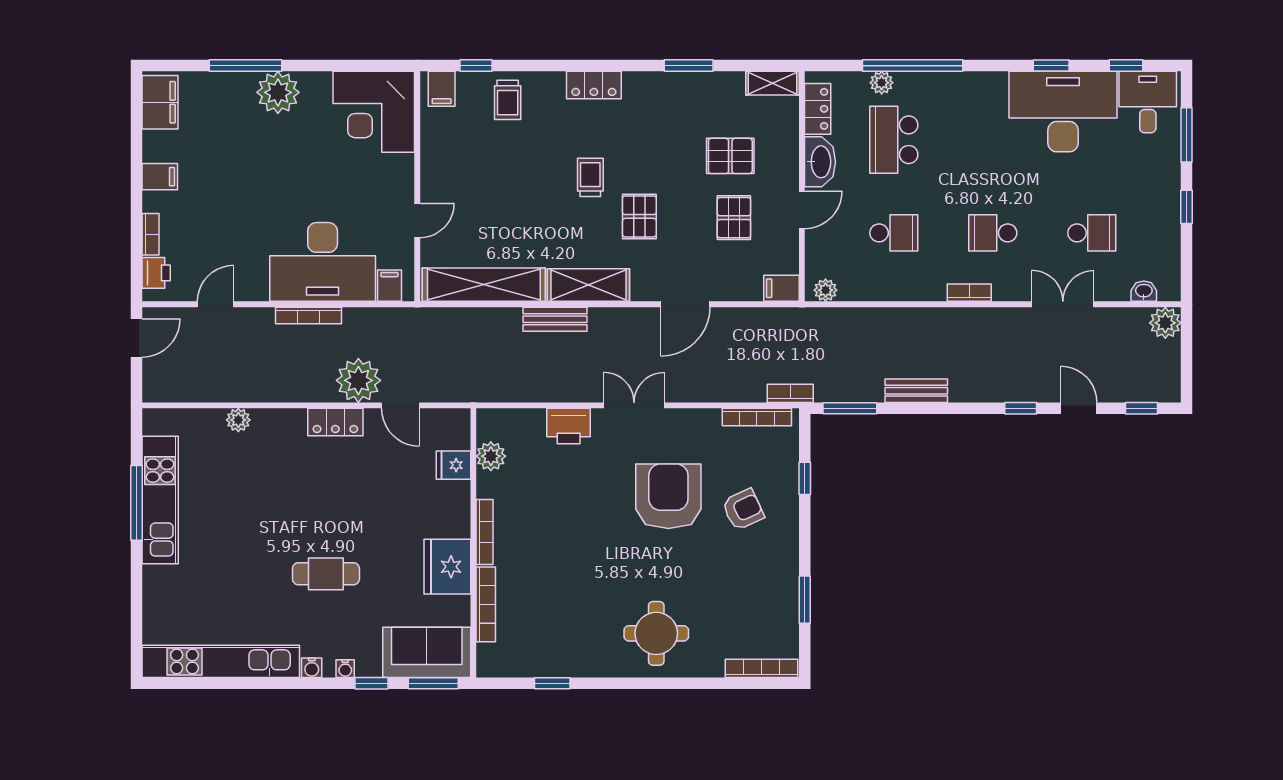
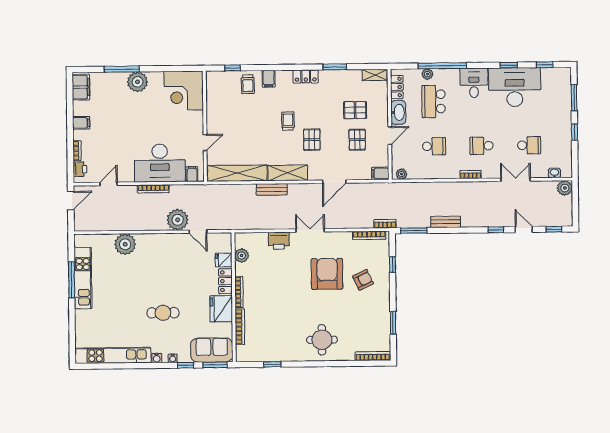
locker: (594, 85) -> (306, 77), moved
filing cabinet: (442, 89) -> (269, 79), moved
desk: (1148, 102) -> (474, 83), moved
plant: (238, 420) -> (125, 244), width x1.88, depth x1.88
locker: (335, 422) -> (225, 281), moved, turned 90

